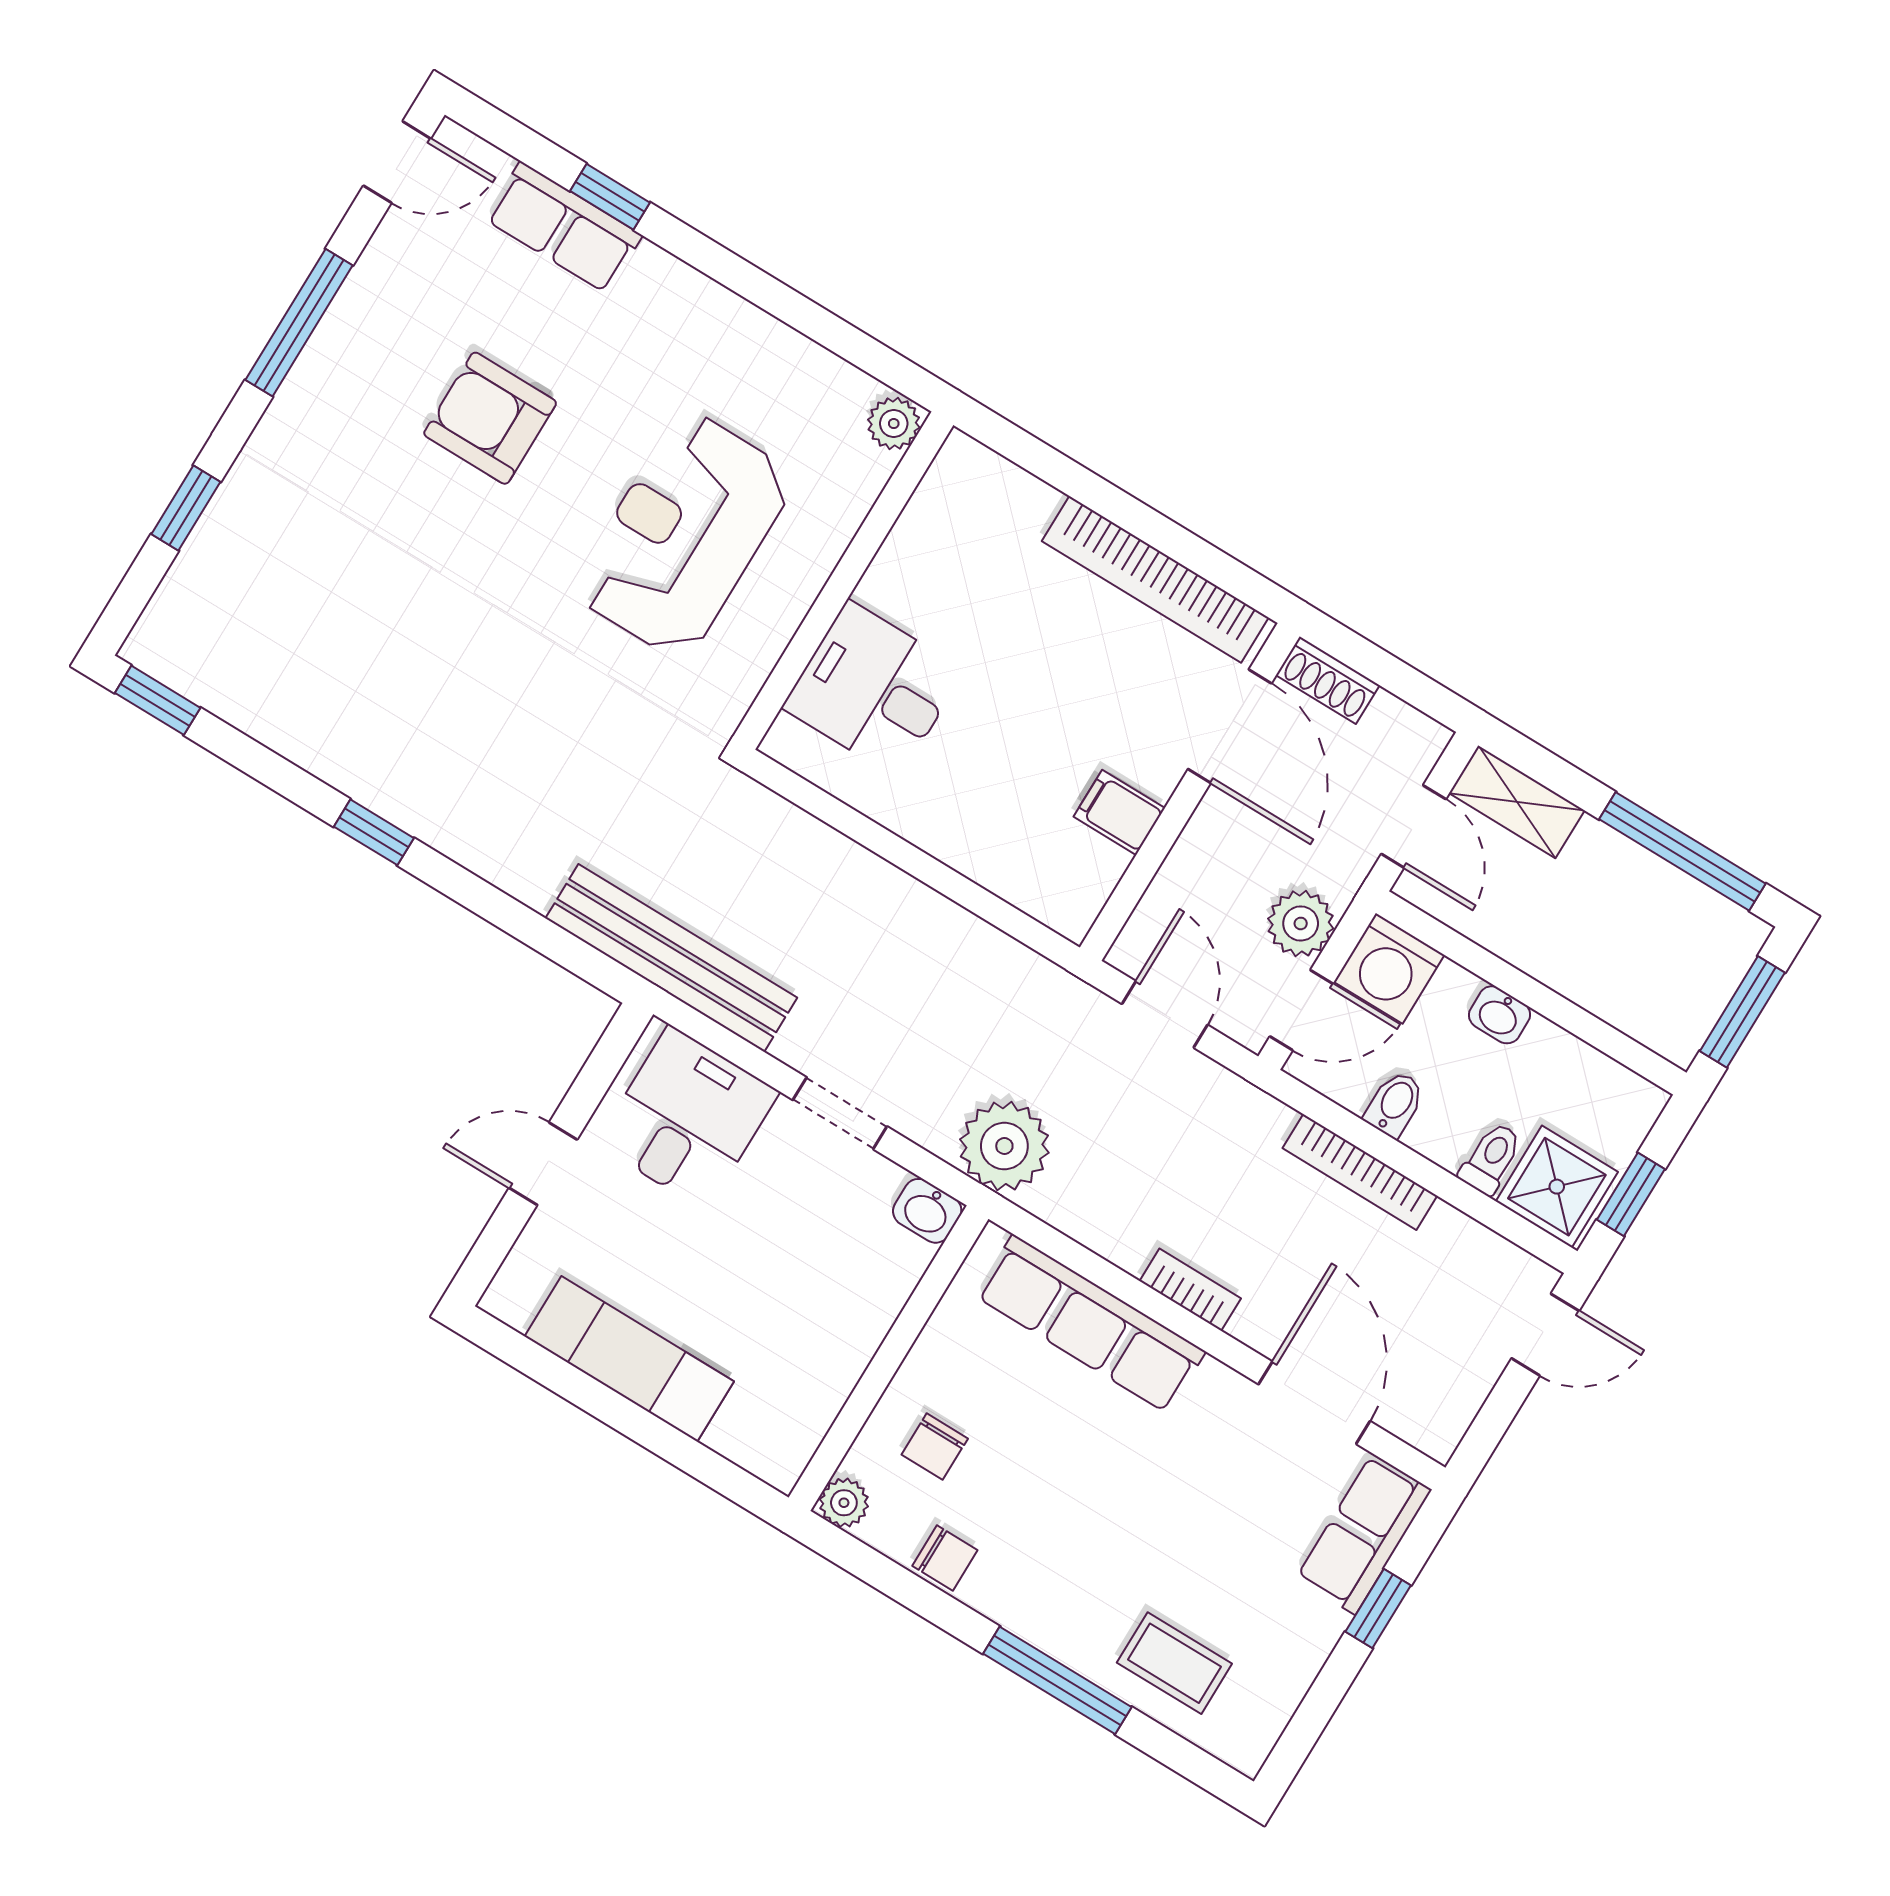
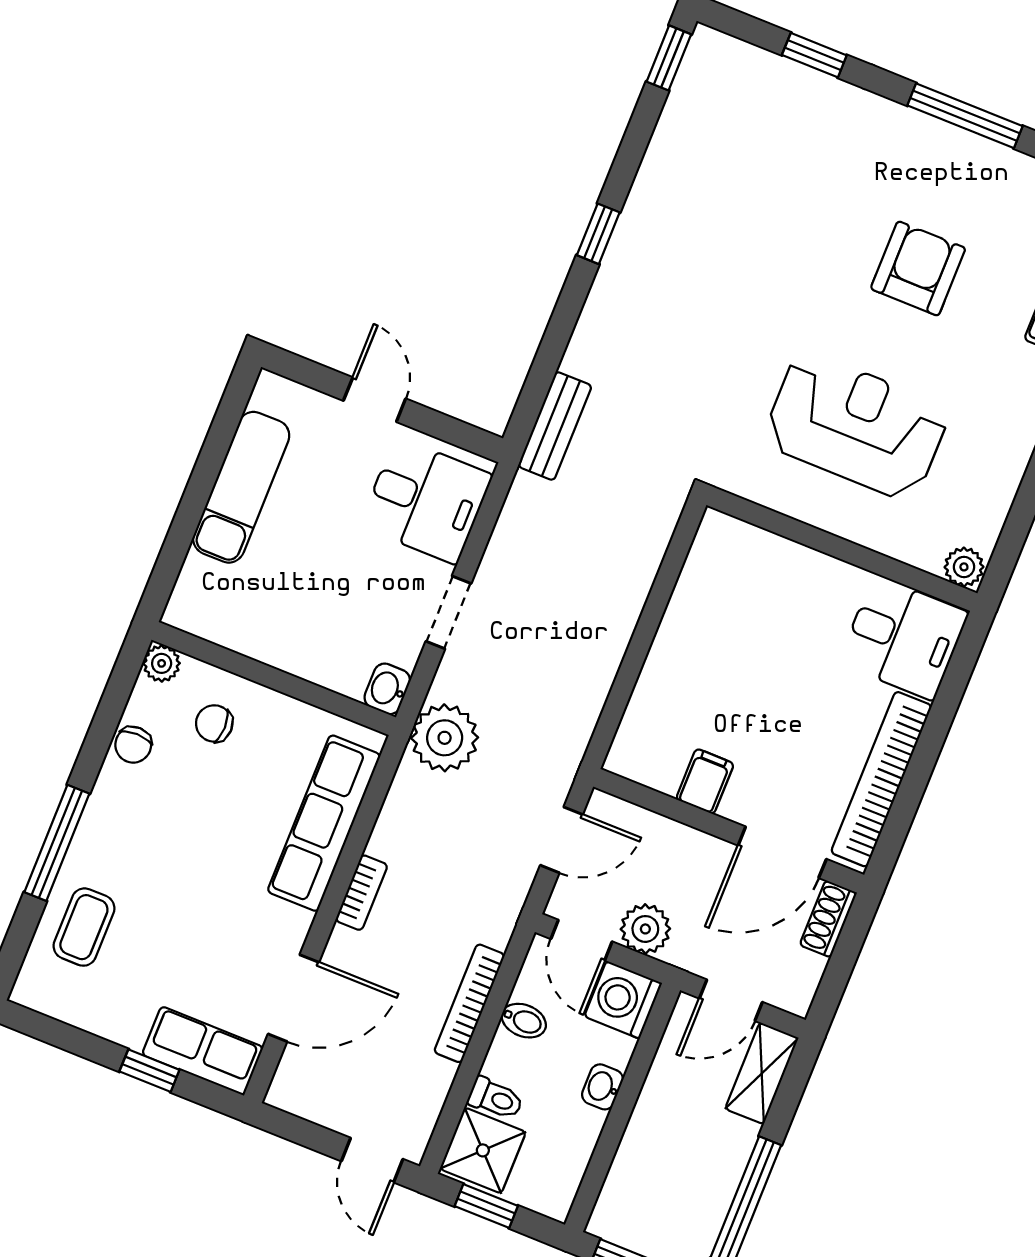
desk: (873, 689) -> (904, 638), moved, turned 90
bench: (671, 958) -> (555, 426), width x0.54, depth x0.82

